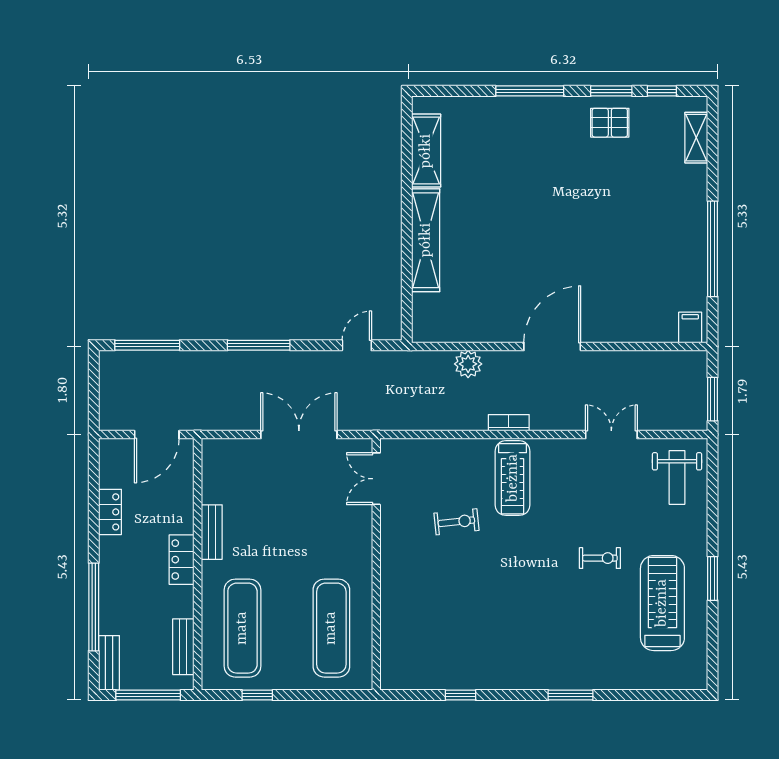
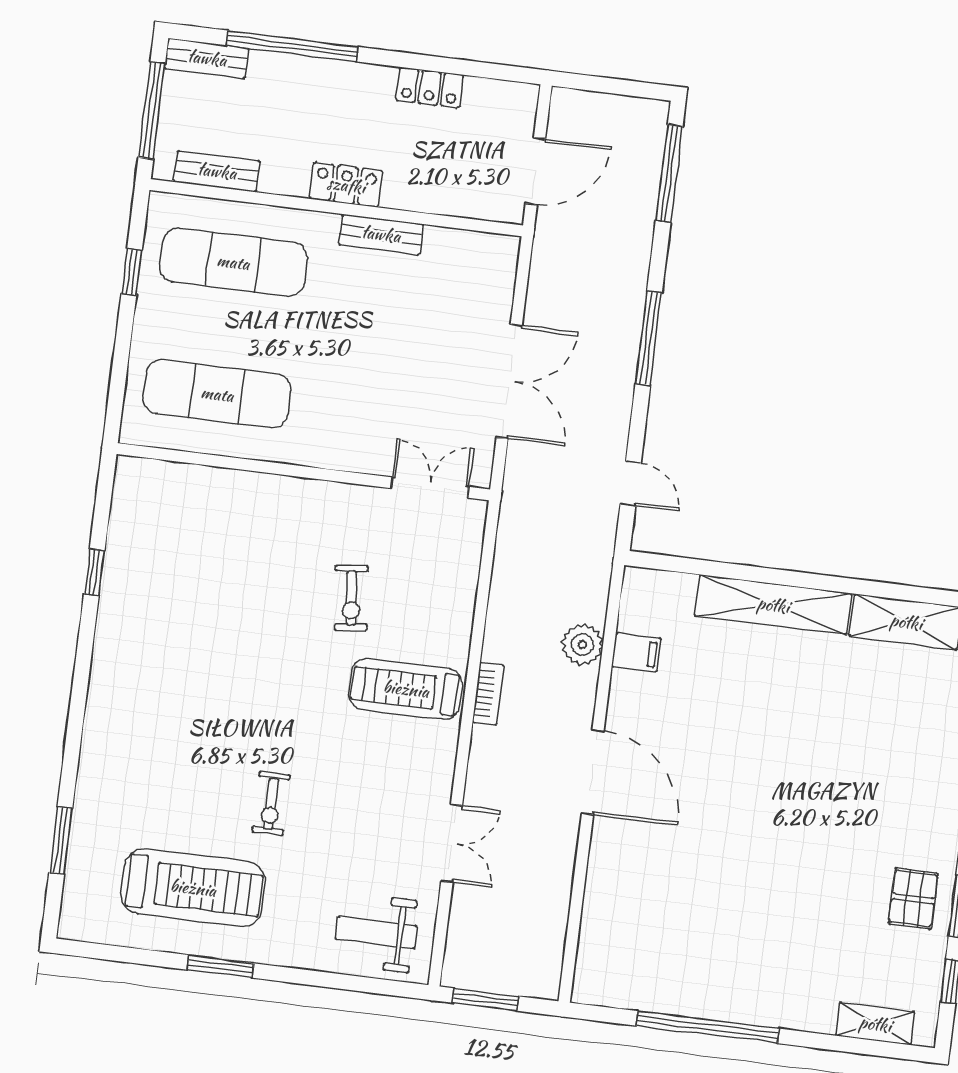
filing cabinet: (690, 327) -> (636, 652), moved
door: (157, 435) -> (535, 171), swing flipped
window: (571, 695) -> (61, 841), moved

